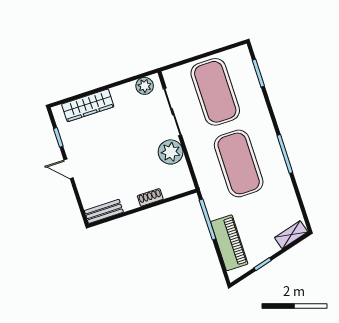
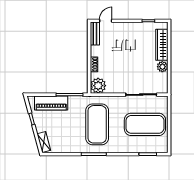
plant: (145, 86) -> (162, 67), moved
plant: (171, 152) -> (98, 86), moved
exercise mat: (239, 163) -> (97, 124), turned 90
door: (69, 169) -> (106, 21), moved

